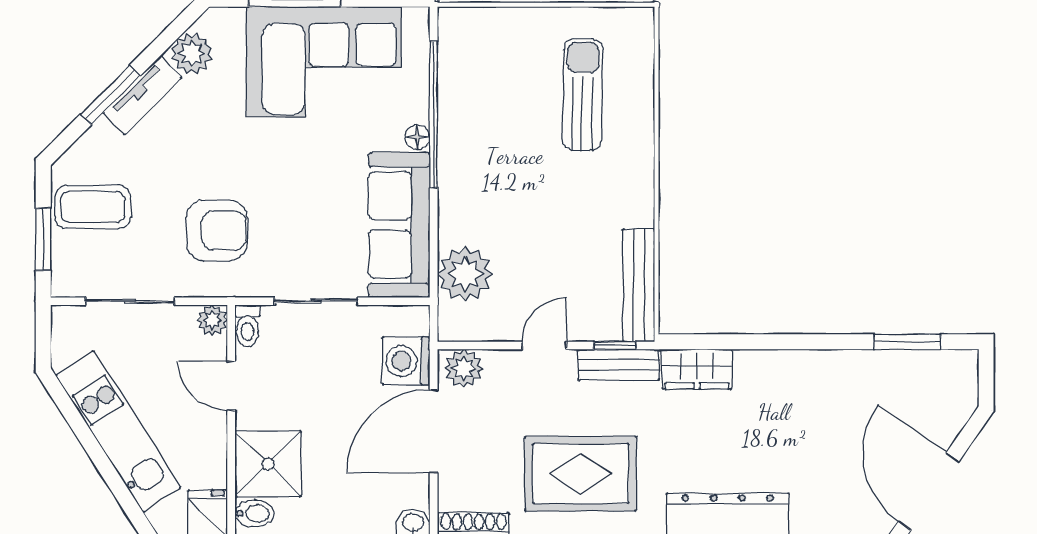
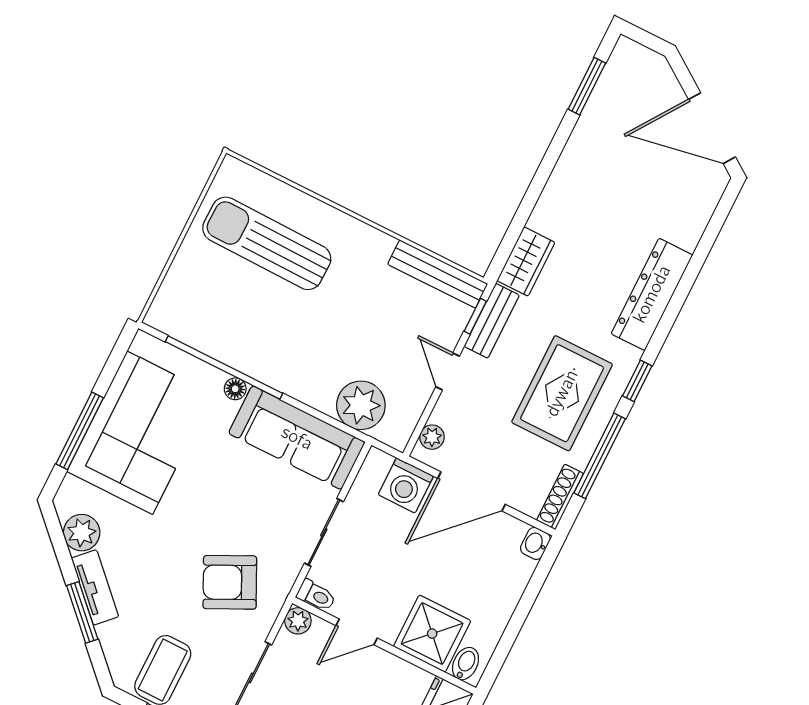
sun lounger: (583, 95) -> (267, 243), width x1.36, depth x1.34
armchair: (217, 231) -> (230, 582), turned -116
plant: (464, 368) -> (432, 437), width x0.73, depth x0.73
door: (434, 431) -> (471, 491), hinge flipped

